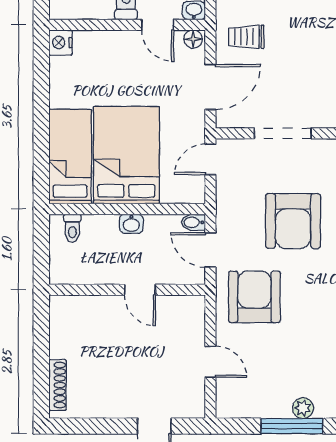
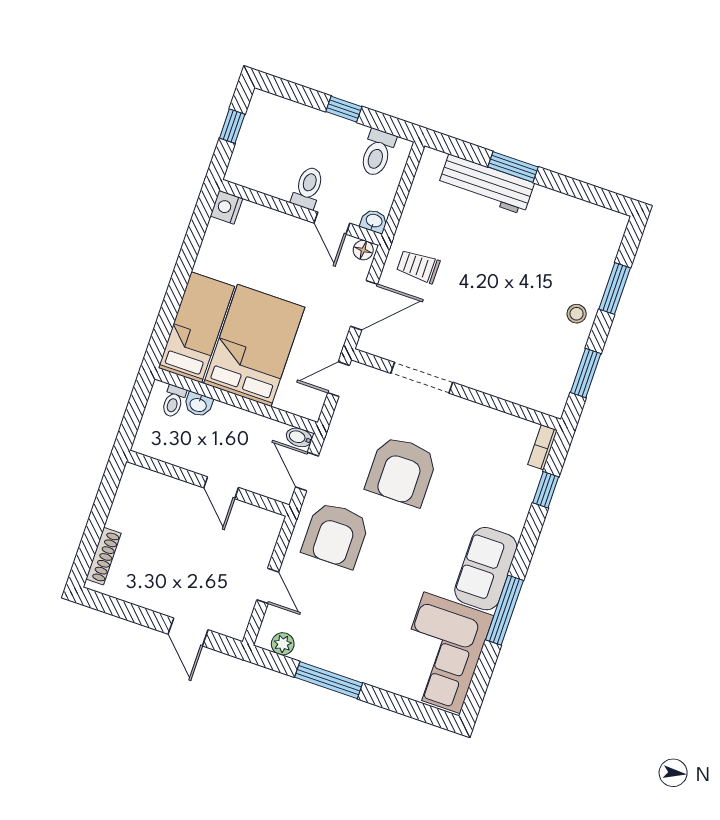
washbasin: (131, 224) -> (198, 404), moved
armchair: (254, 297) -> (336, 535), turned 180
plant: (303, 408) -> (283, 644), moved

